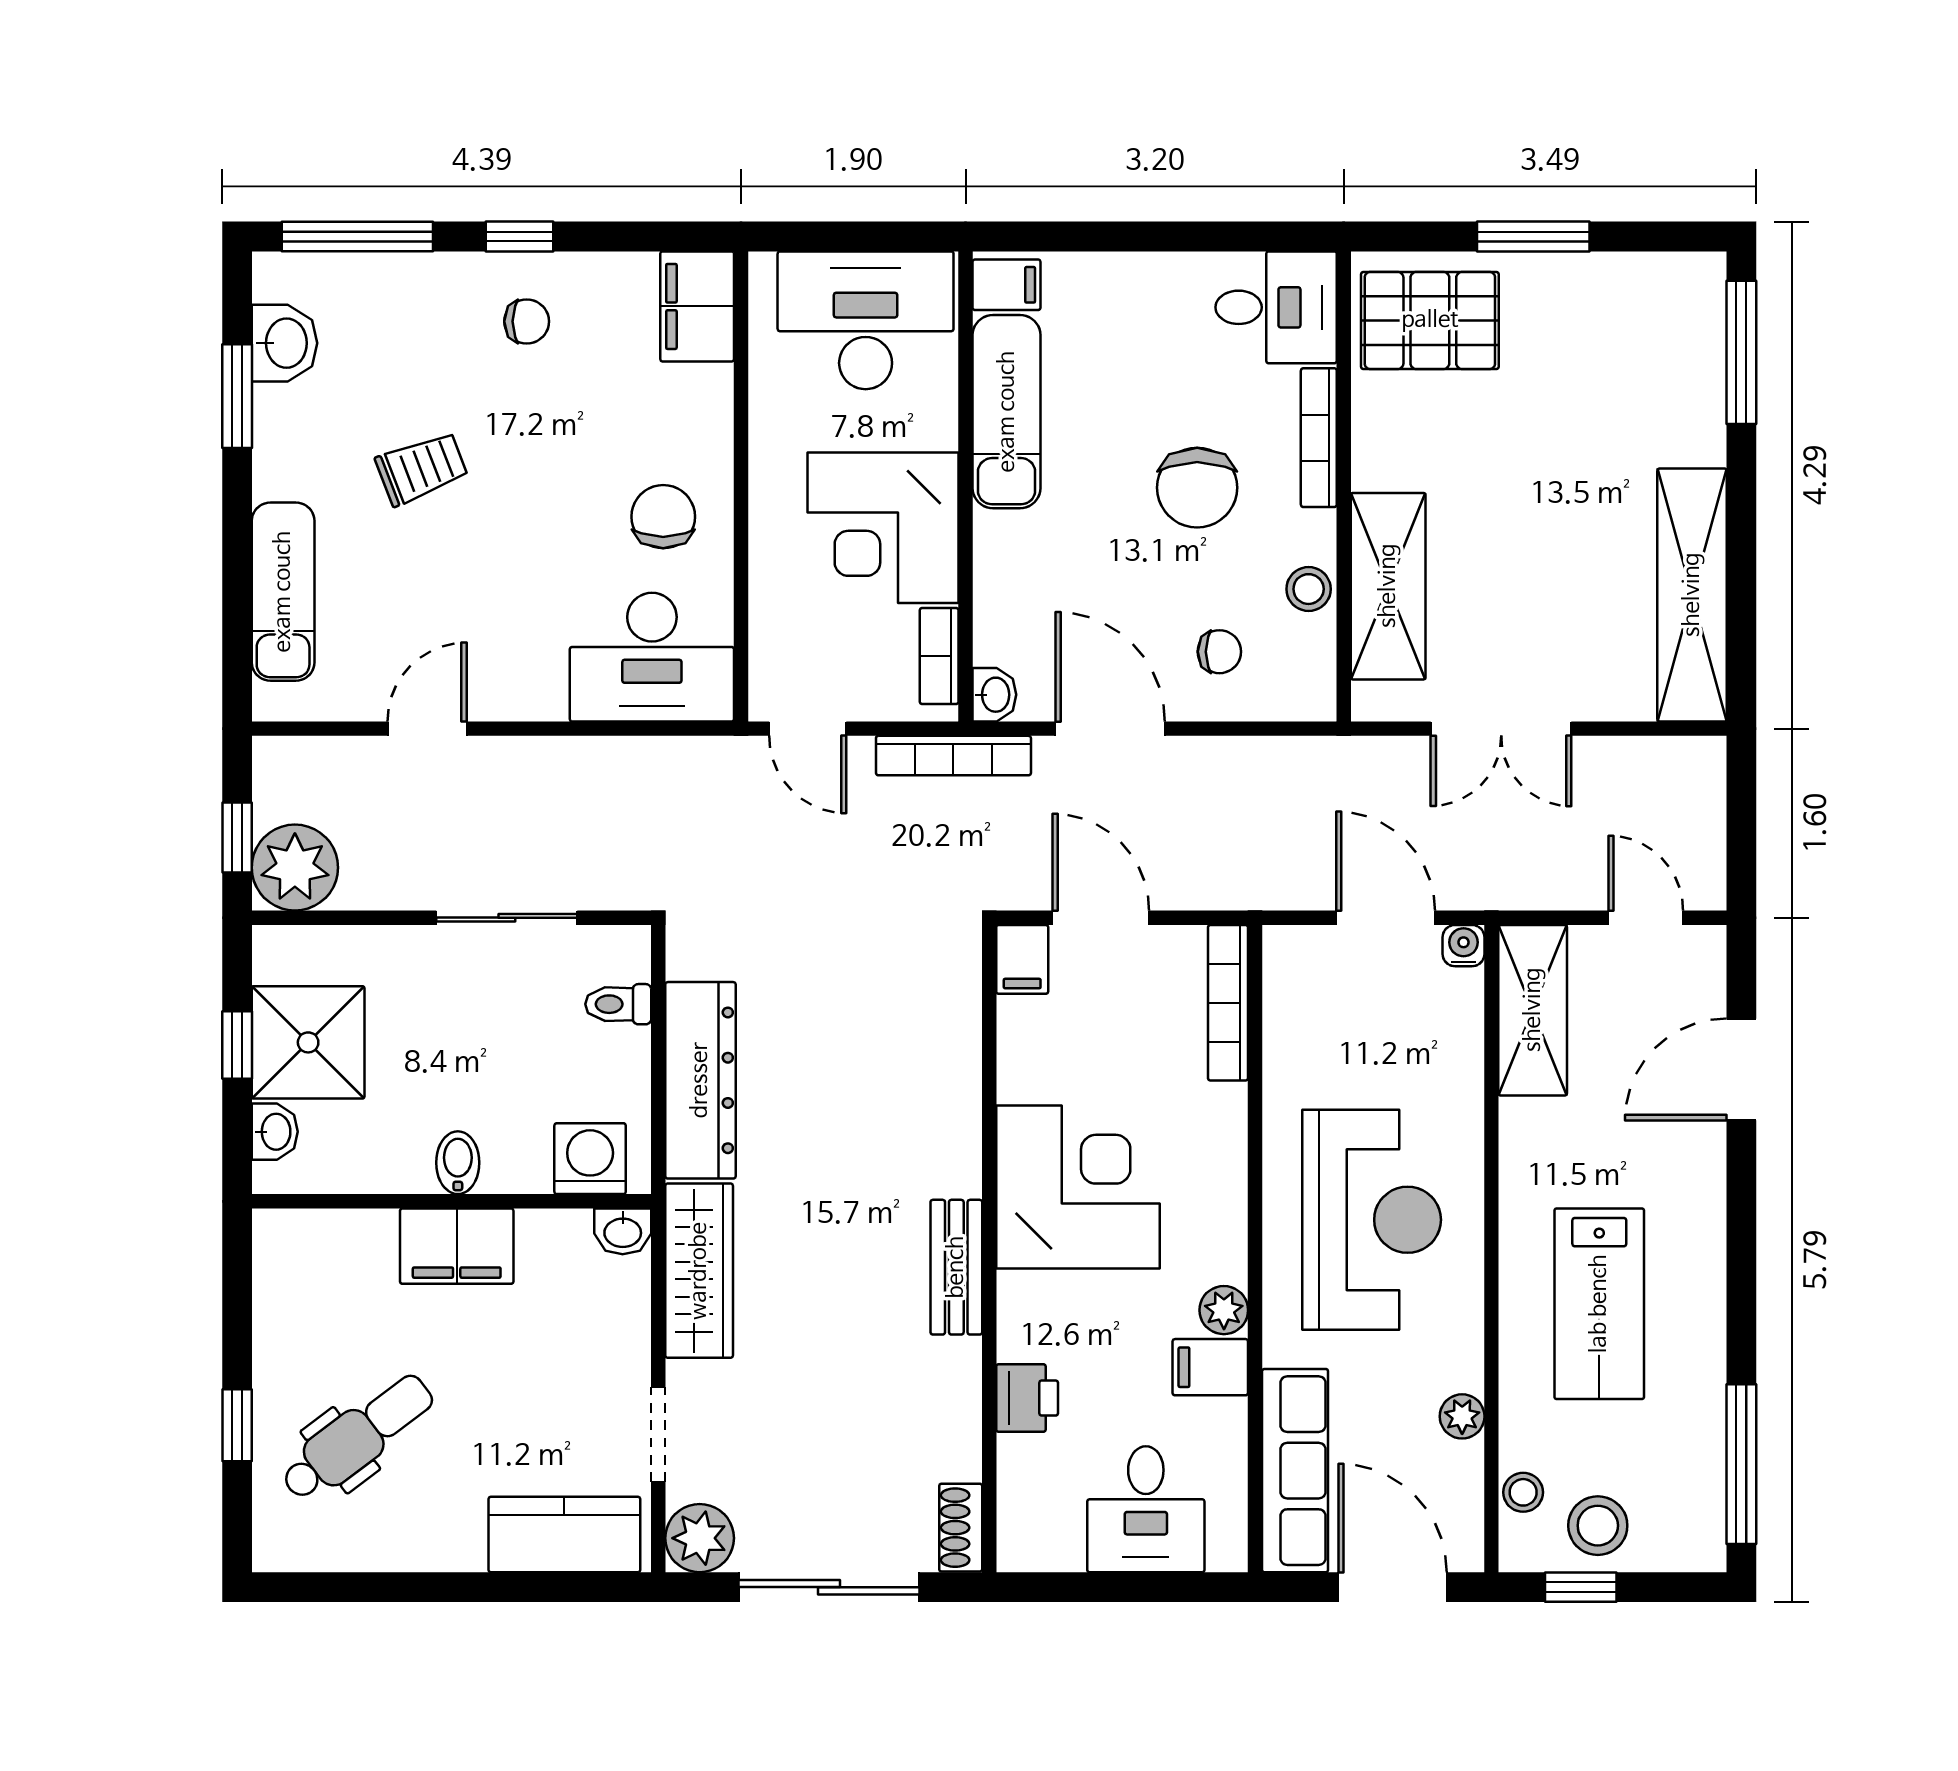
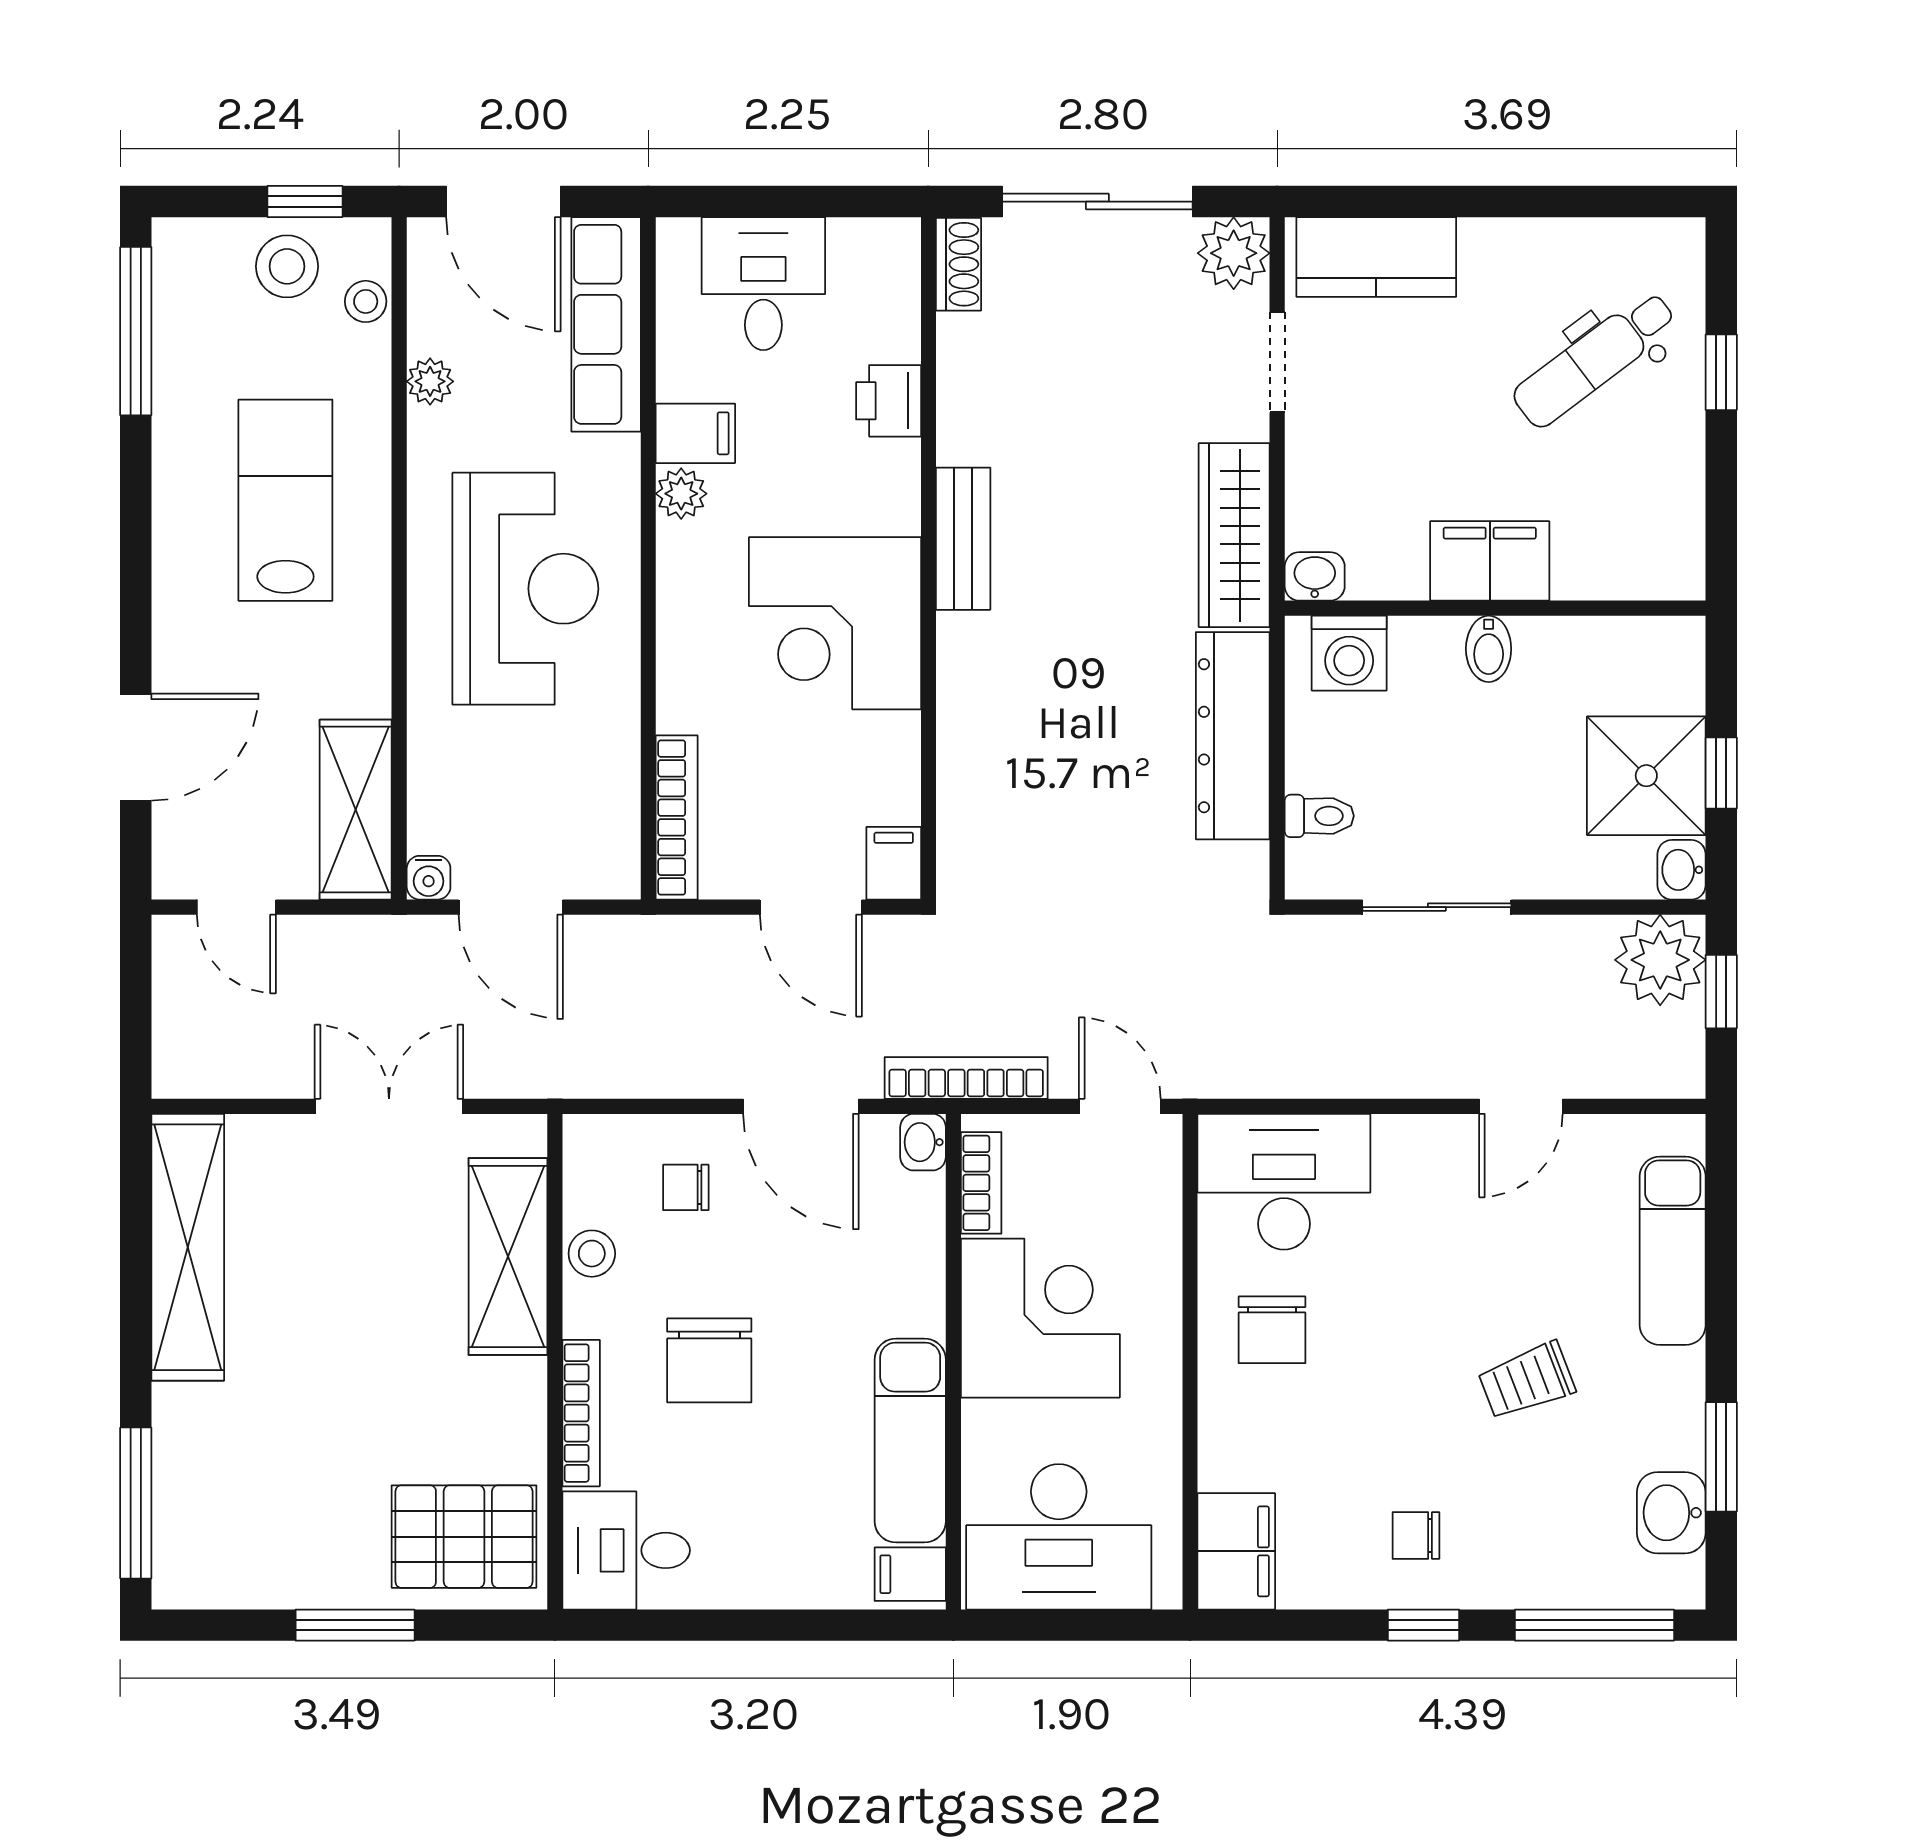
chair: (1197, 488) -> (709, 1360), turned 180
washbasin: (275, 1132) -> (1682, 870), moved
reception desk: (1372, 1220) -> (525, 589), turned 180

